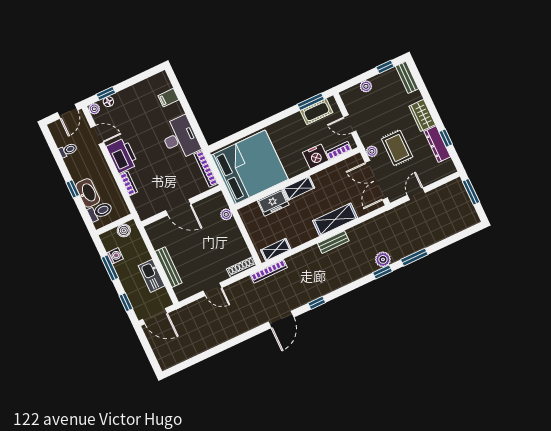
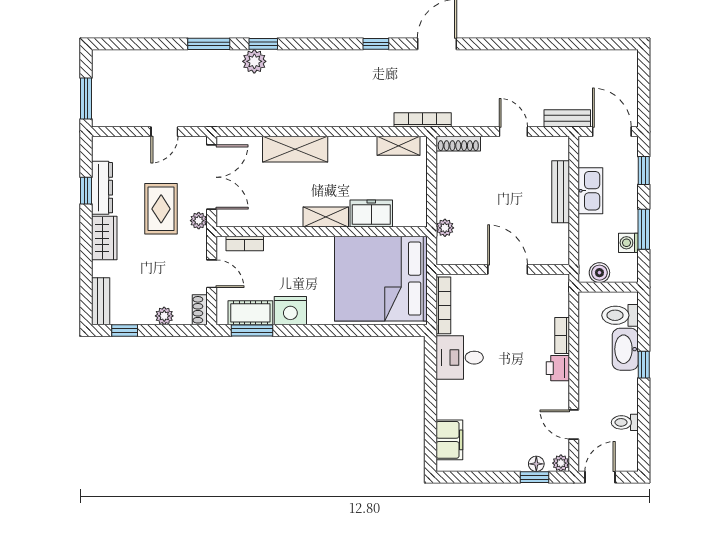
filing cabinet: (168, 98) -> (449, 440), width x2.00
shoe rack: (347, 100) -> (200, 310), added
desk: (180, 138) -> (460, 358), width x0.73
printer: (122, 155) -> (558, 368), width x0.53, depth x0.68
nightstand: (316, 156) -> (290, 311), moved, turned 180
bench: (333, 242) -> (567, 118), moved

